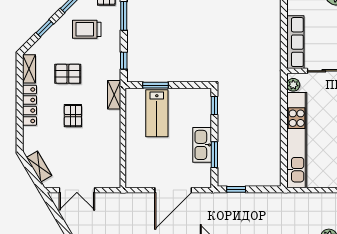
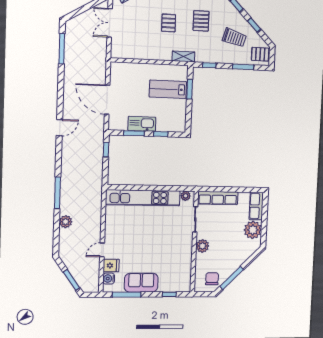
trolley: (87, 29) -> (234, 38), turned 106
window: (214, 105) -> (161, 134), moved
pallet: (73, 116) -> (169, 23), turned 90

